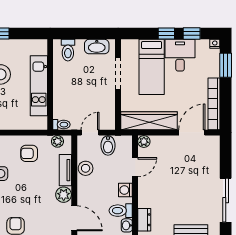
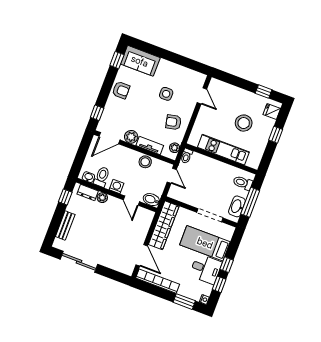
window: (86, 34) -> (250, 202), added
plant: (144, 141) -> (102, 198), moved
bidet: (108, 145) -> (151, 200), moved
armchair: (29, 153) -> (173, 122), turned -102

